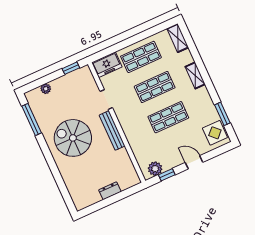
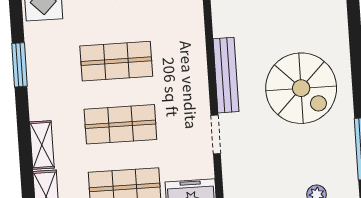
shelving: (195, 75) -> (42, 145), moved
window: (222, 114) -> (20, 65), moved

